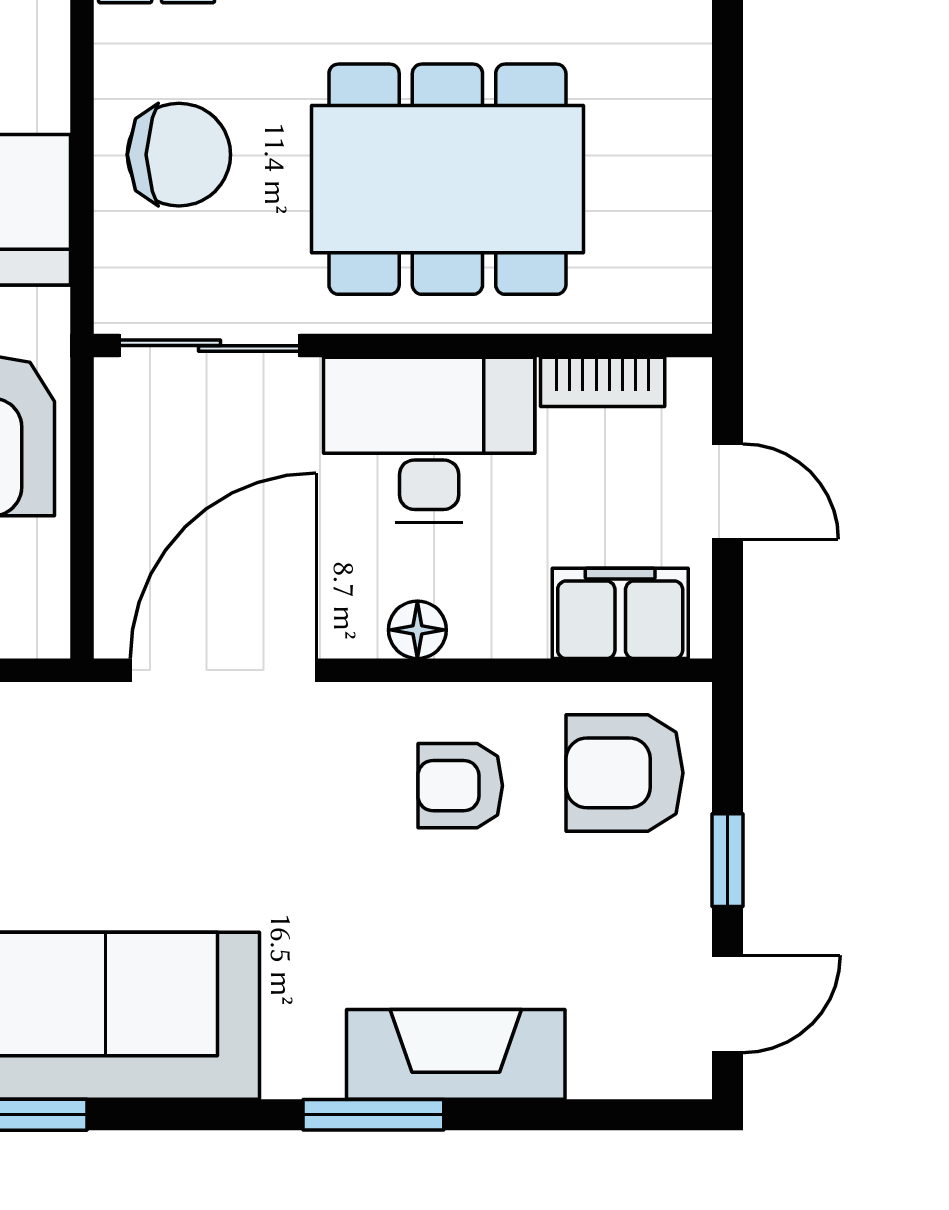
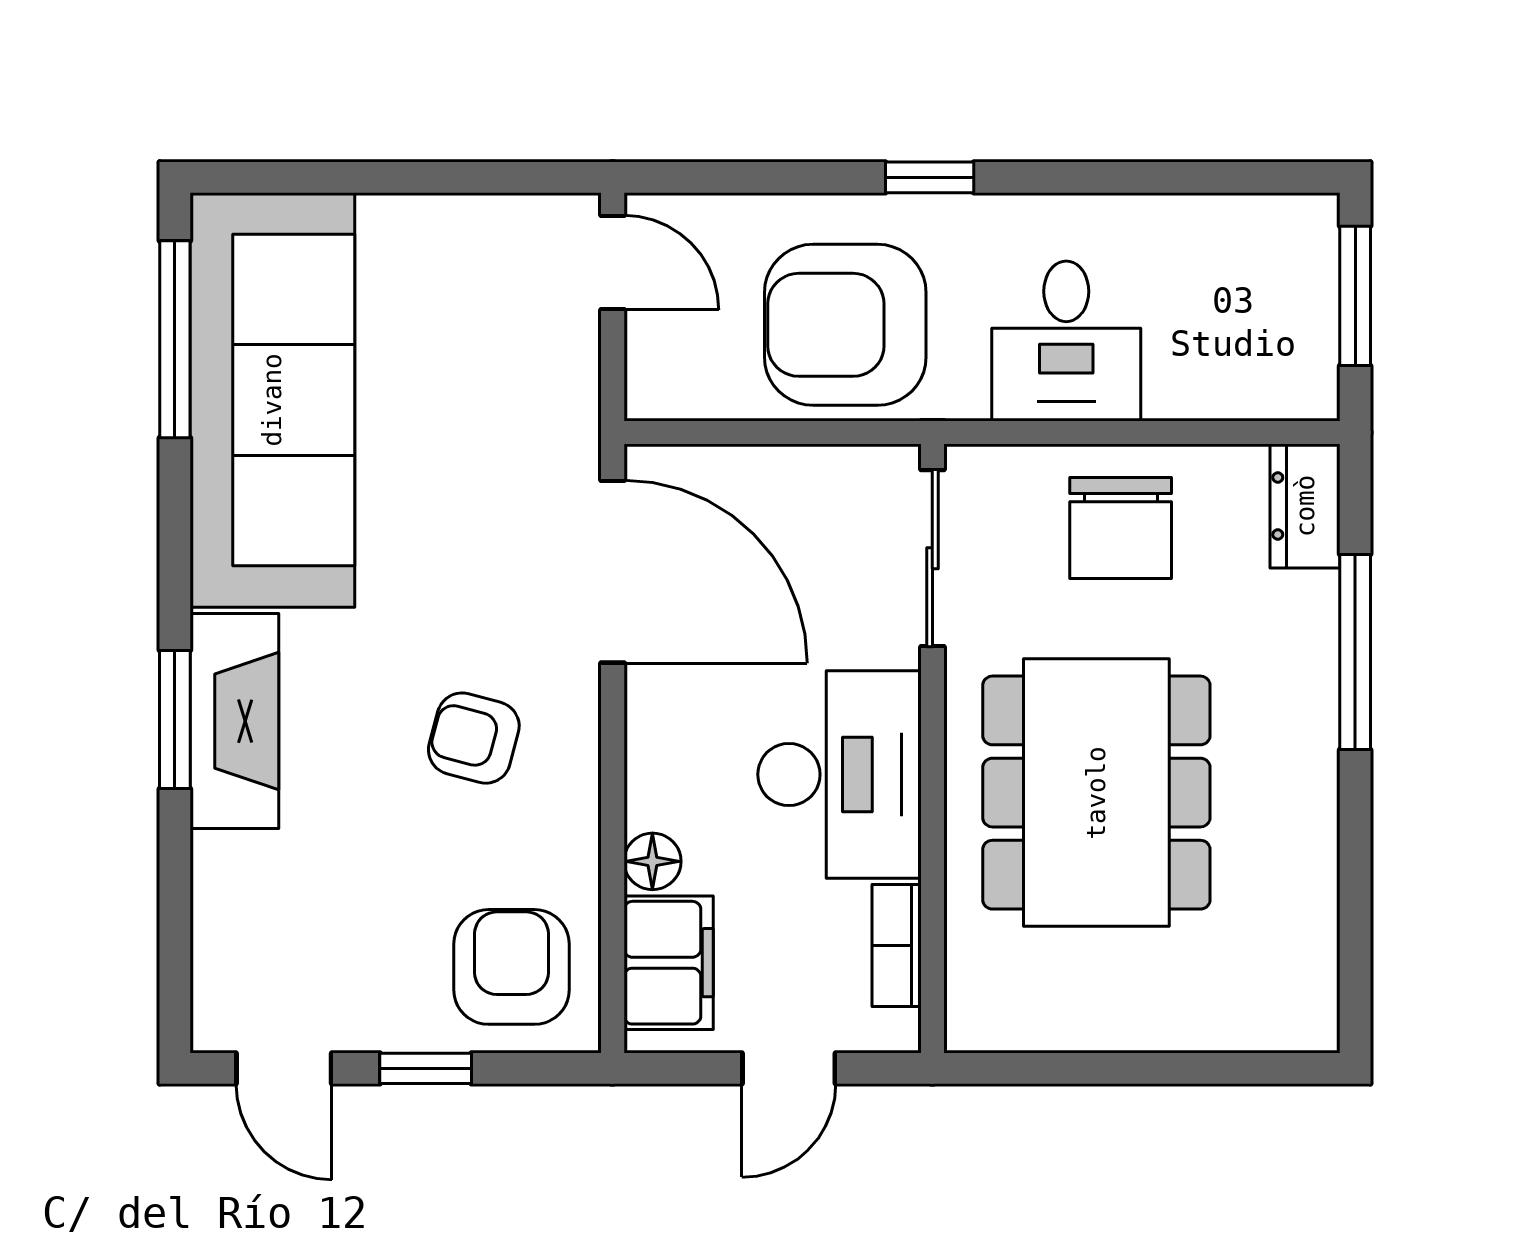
floor lamp: (417, 630) -> (652, 861), moved
armchair: (460, 786) -> (474, 738), moved, turned -75
fireplace: (456, 1054) -> (234, 721), moved

